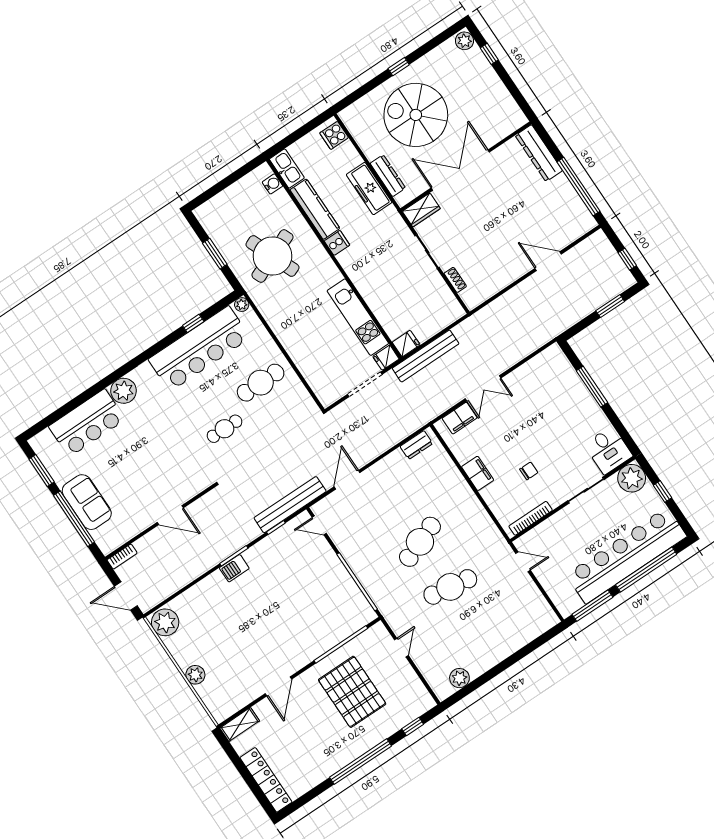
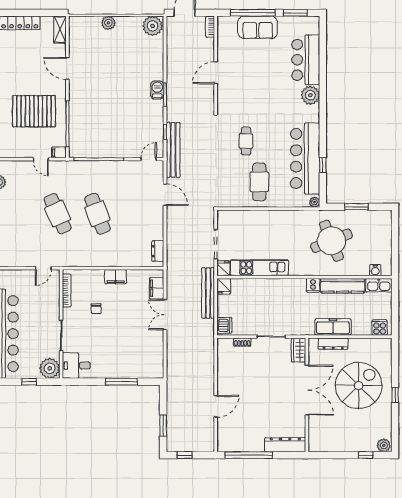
dishwasher: (450, 313) -> (224, 325), added
cafe table: (450, 587) -> (58, 214), turned -33
filing cabinet: (380, 632) -> (59, 153), added

